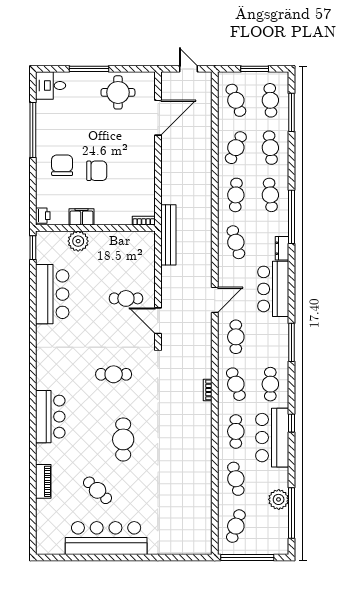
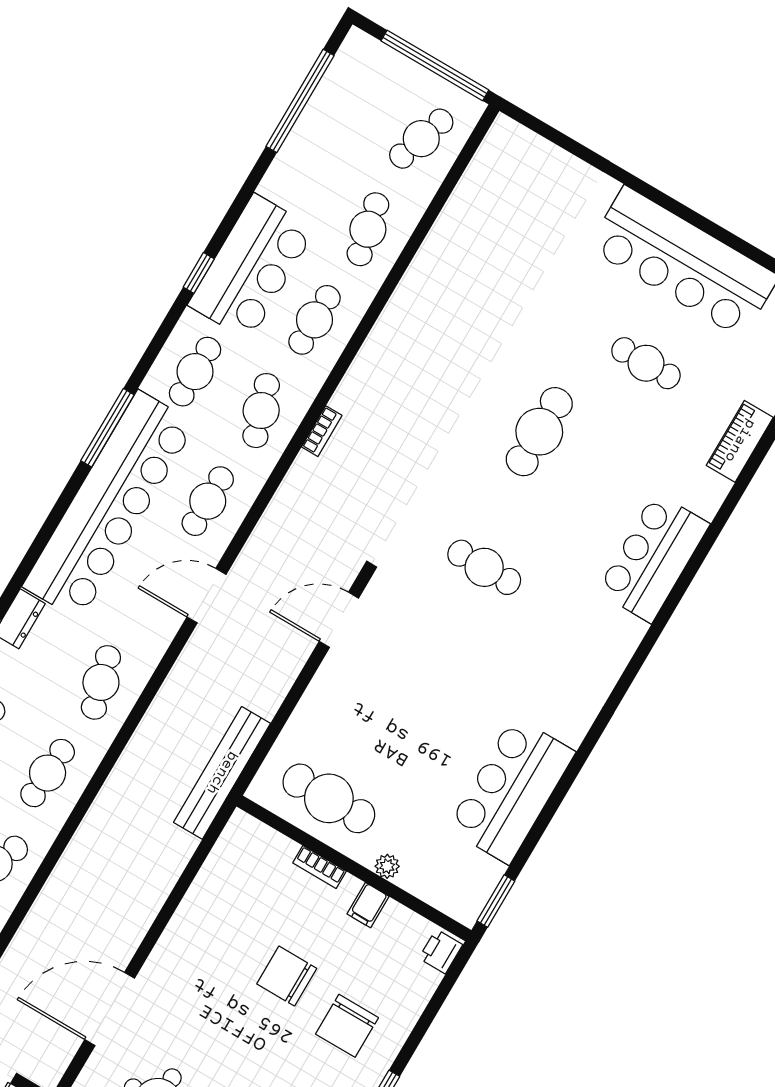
filing cabinet: (82, 217) -> (368, 905), width x0.50
bookcase: (144, 221) -> (320, 867), moved
plant: (78, 241) -> (387, 866), width x0.53, depth x0.53
bar counter: (273, 289) -> (109, 505), width x1.86
cafe table: (126, 298) -> (329, 798), moved, width x1.37, depth x1.35
door: (158, 321) -> (339, 620), swing flipped
cafe table: (98, 490) -> (646, 363), turned -43
plant: (279, 499) -> (309, 141), removed

